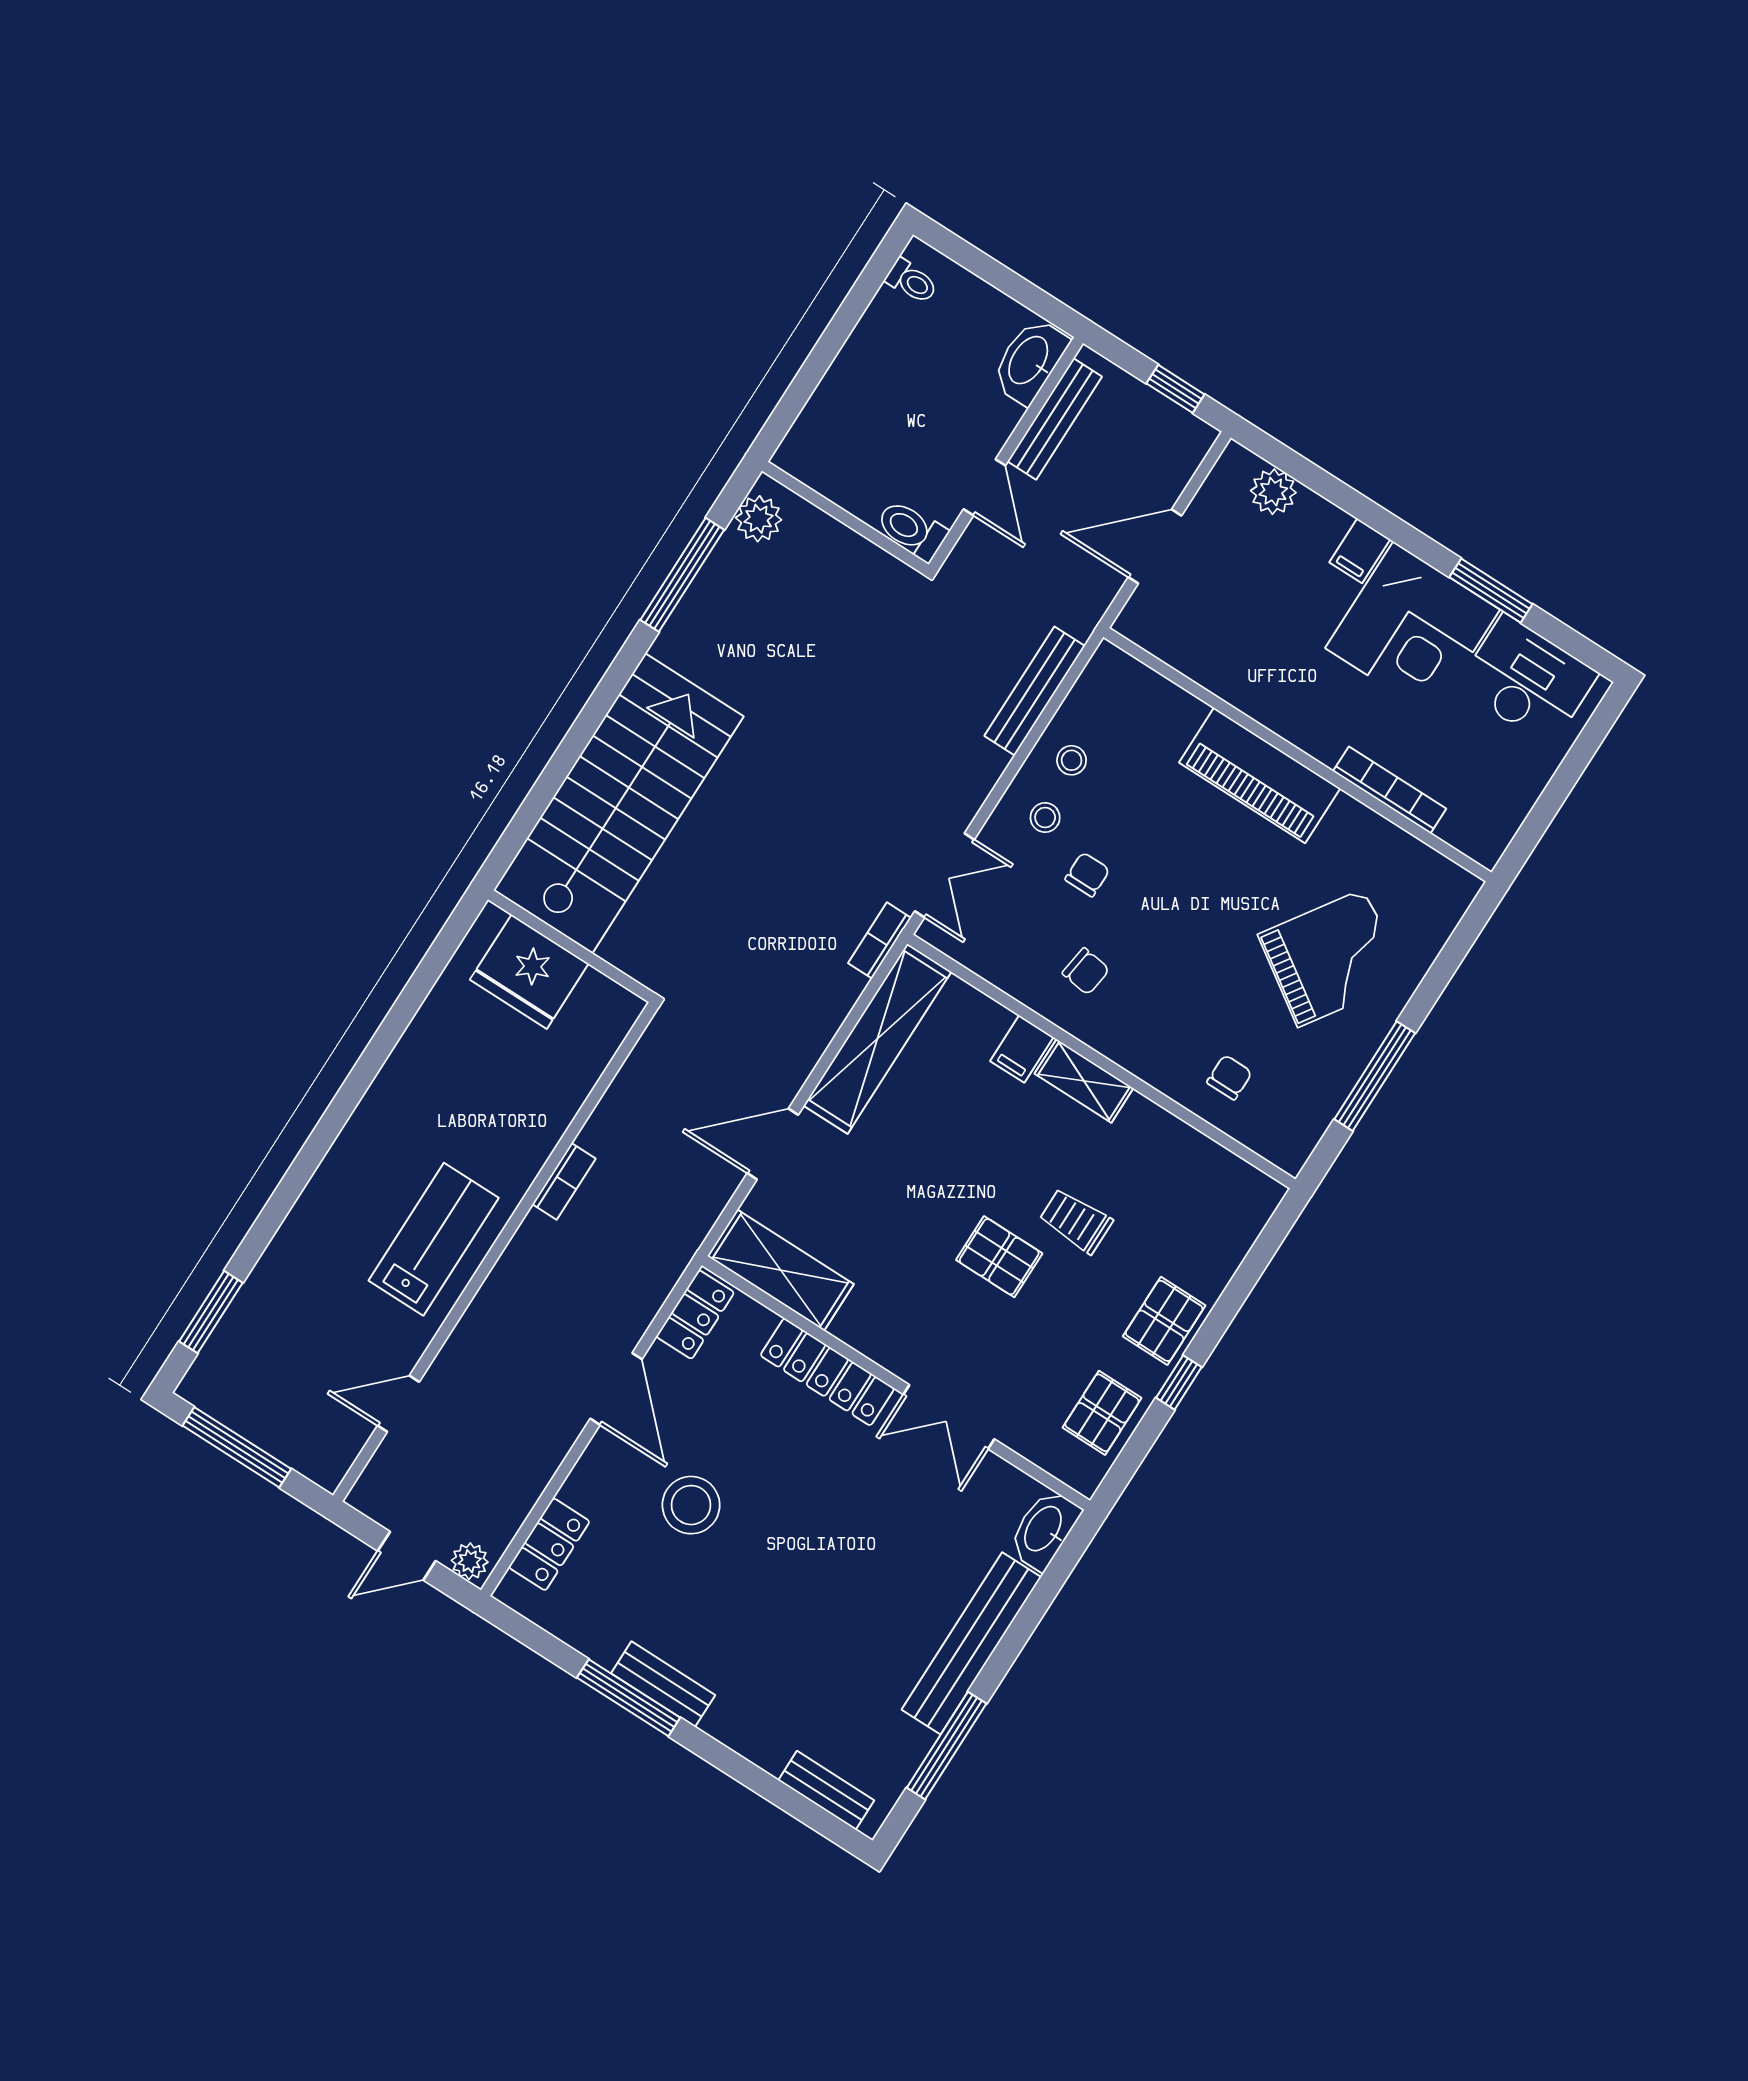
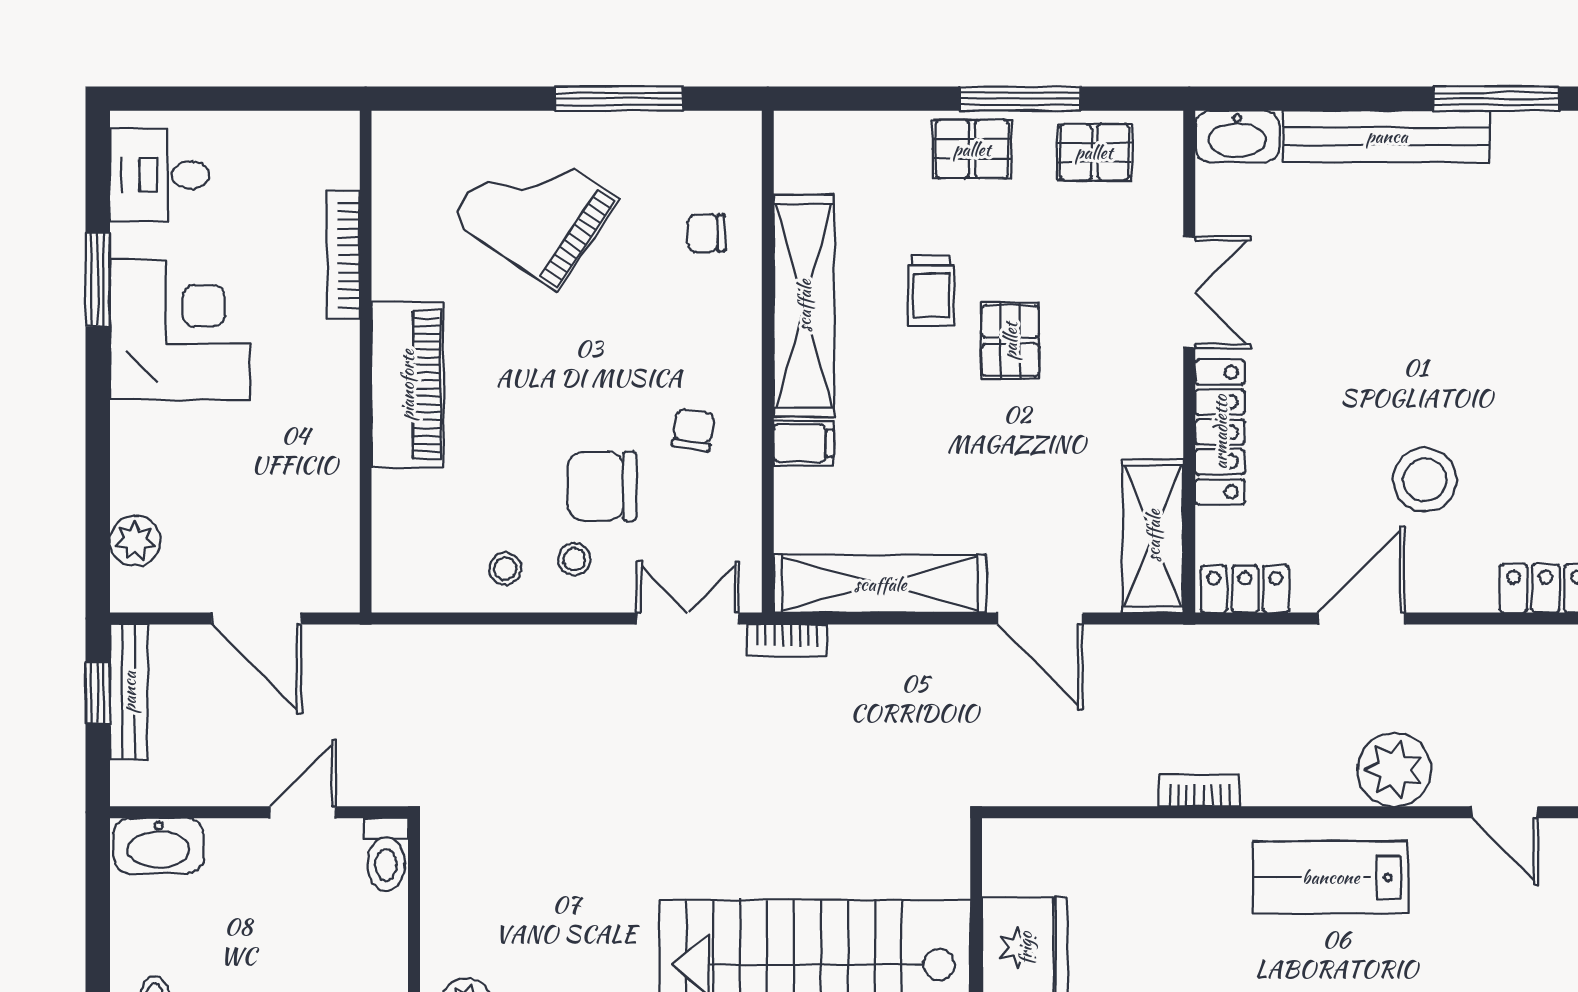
bench: (1055, 419) -> (129, 692), moved, turned 90
filing cabinet: (1360, 551) -> (139, 425), removed
desk: (1527, 680) -> (160, 175), width x0.73
bench: (1035, 691) -> (463, 644), removed
chair: (1087, 874) -> (602, 486), width x1.87, depth x1.87
shelving: (1084, 1081) -> (804, 306), width x2.20, depth x1.33
plant: (485, 1340) -> (1394, 770), added
window: (1179, 1382) -> (1020, 99), width x2.17

